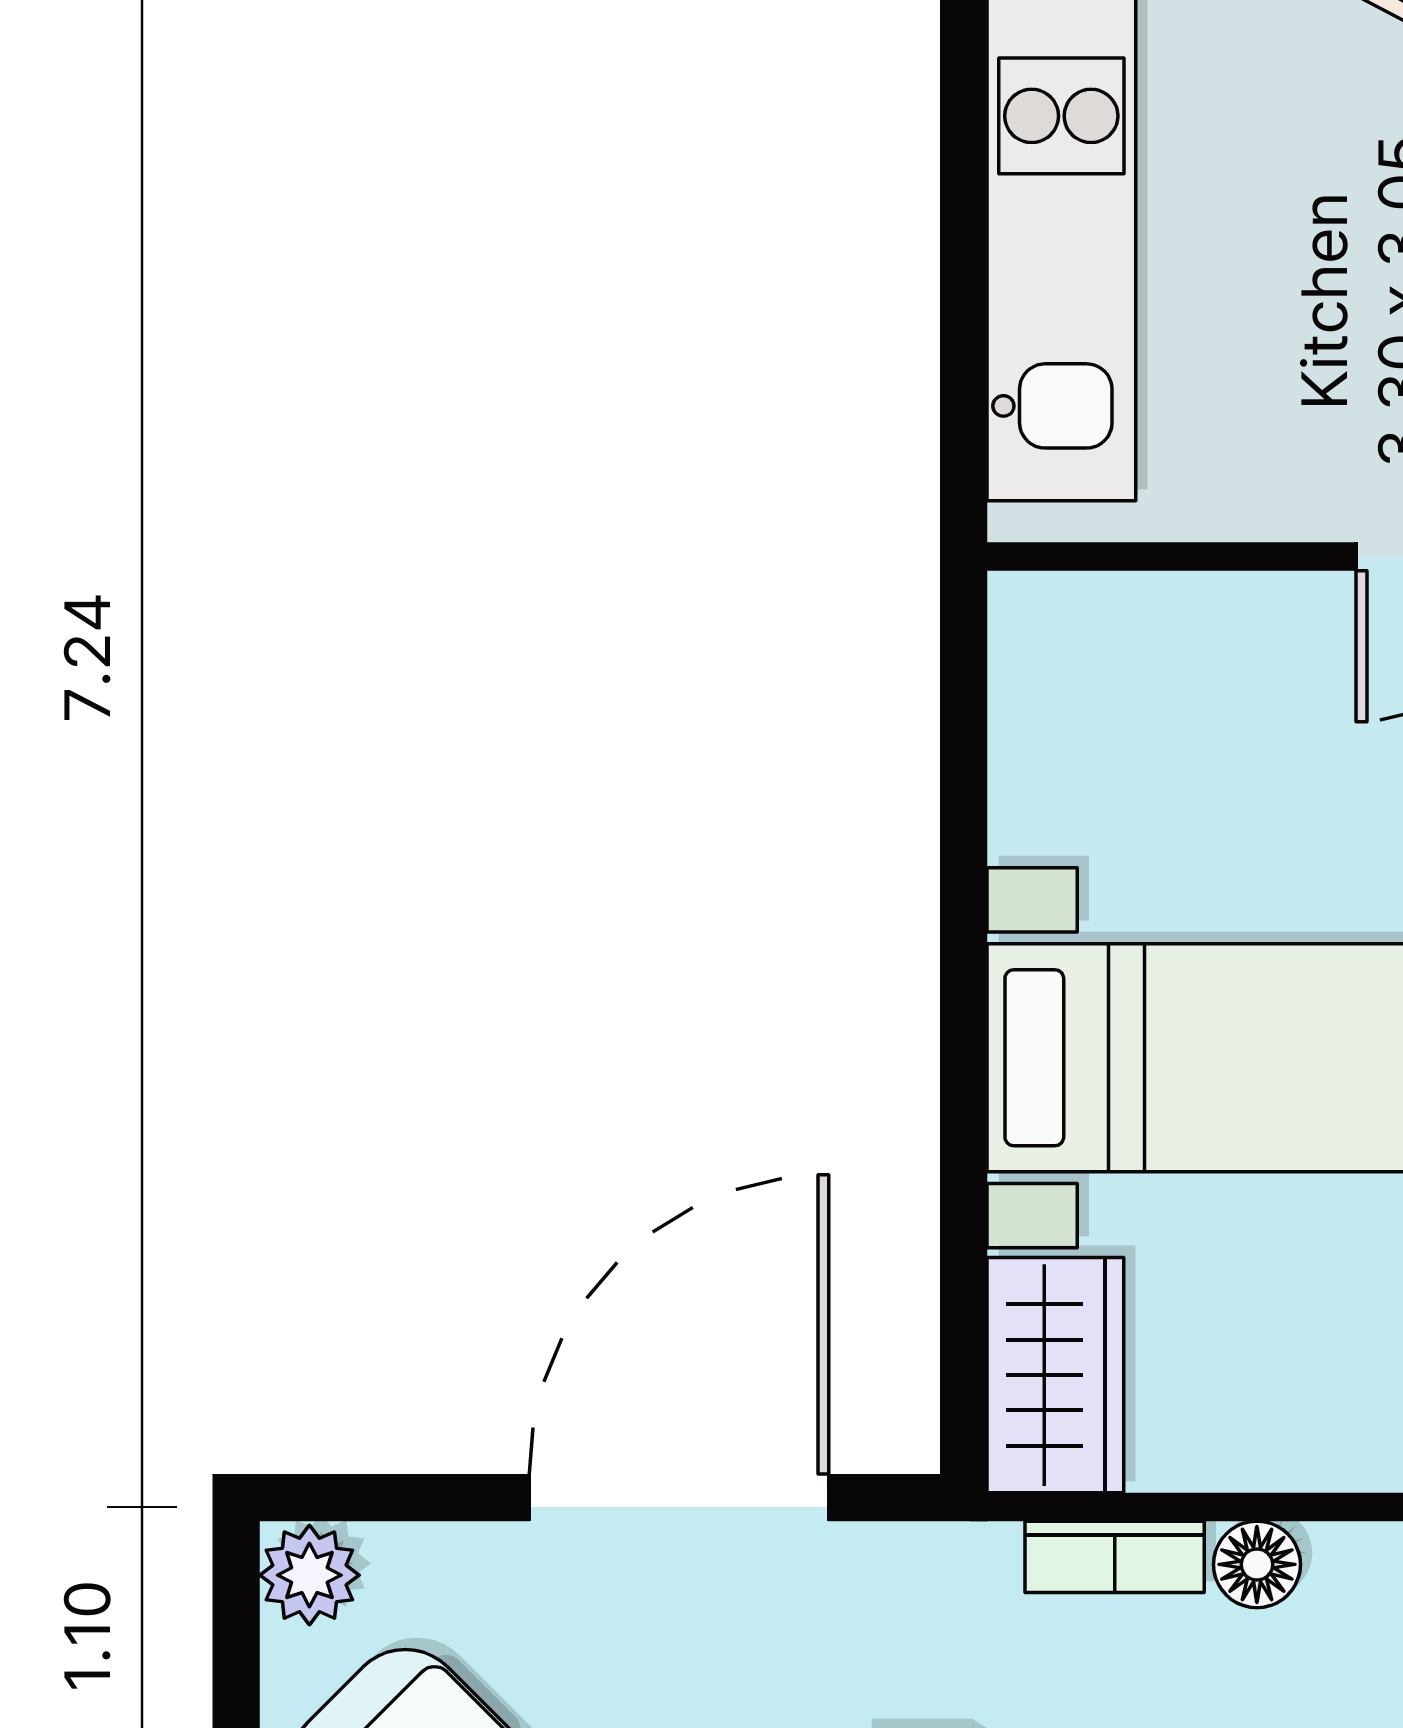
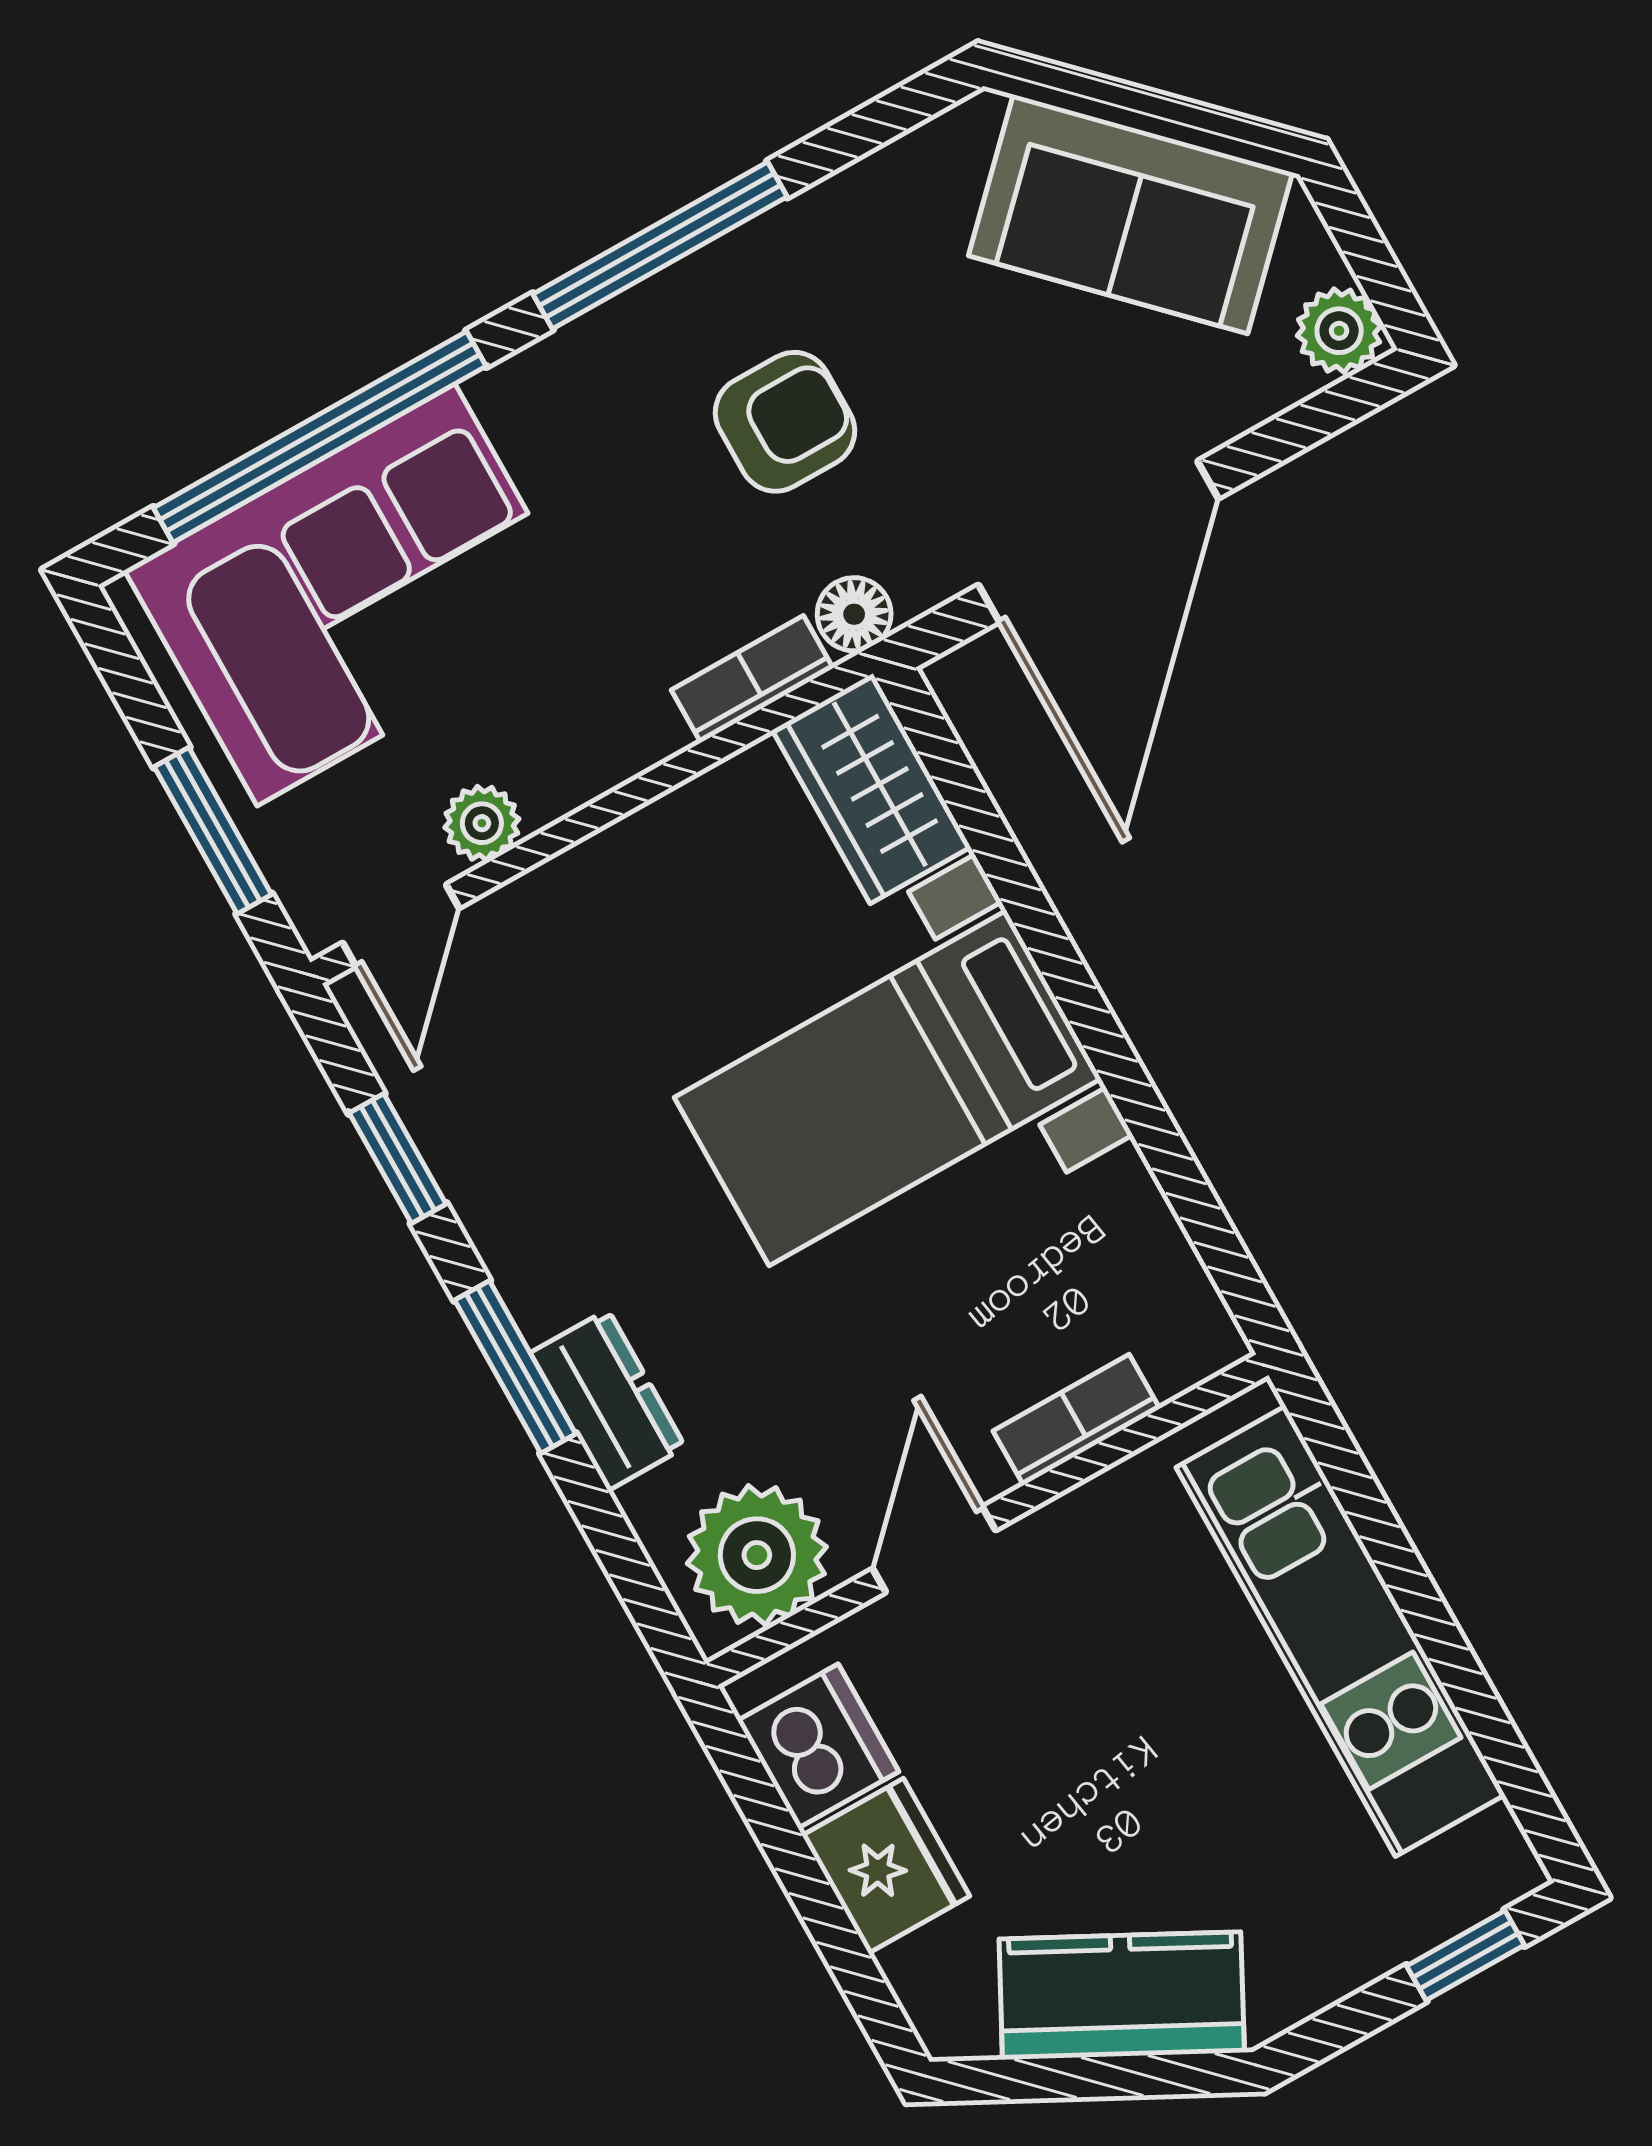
bookcase: (1210, 608) -> (1076, 1420), added
floor lamp: (1257, 1564) -> (854, 614), moved

